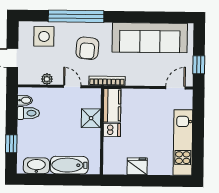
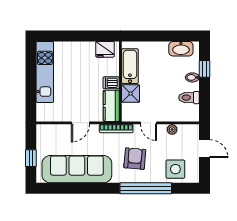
window: (199, 65) -> (31, 158), moved
door: (176, 88) -> (80, 123), moved
bidet: (25, 100) -> (192, 77), moved
bathtub: (69, 165) -> (130, 66), moved, turned -90
fridge: (137, 166) -> (105, 49), moved

